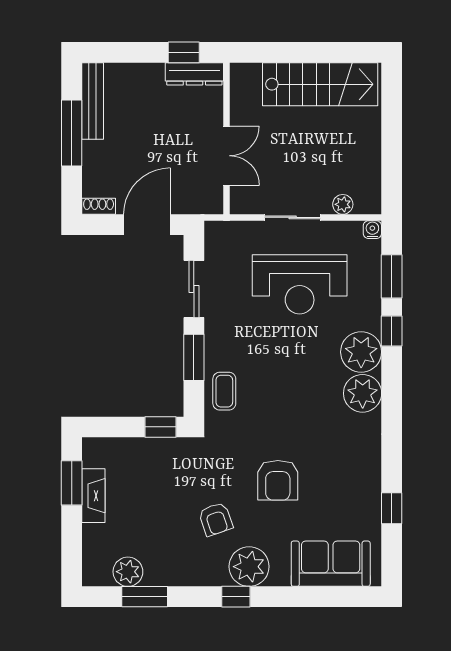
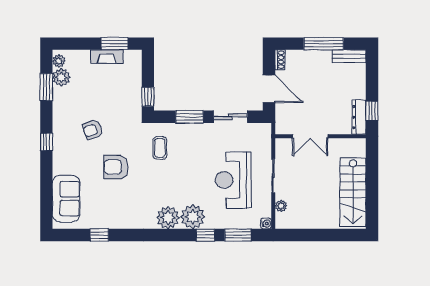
bench: (93, 101) -> (349, 56), width x0.73
coffee table: (224, 391) -> (160, 148), moved, turned 90
plant: (249, 567) -> (59, 61), moved, width x0.53, depth x0.53

